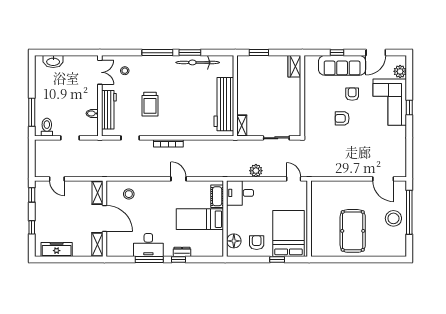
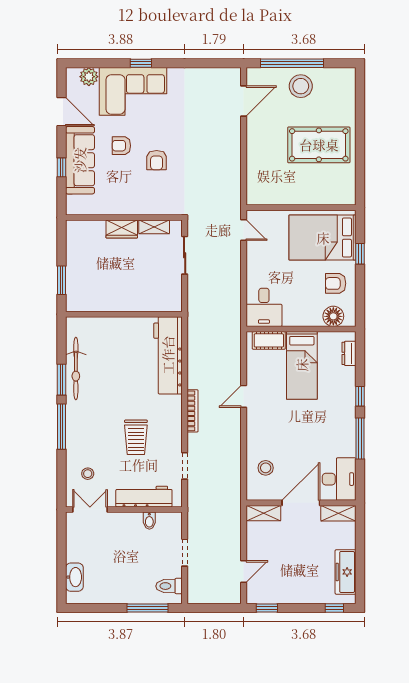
wardrobe: (294, 66) -> (122, 229), moved
trolley: (150, 104) -> (136, 437), turned 90
workbench: (224, 104) -> (168, 355), moved, turned 90
shelving: (242, 126) -> (154, 227), moved
plant: (256, 171) -> (232, 285), removed
door: (294, 179) -> (244, 230), swing flipped
window: (32, 227) -> (334, 608), moved
desk: (148, 245) -> (339, 479), moved
dresser: (182, 252) -> (349, 353), moved

